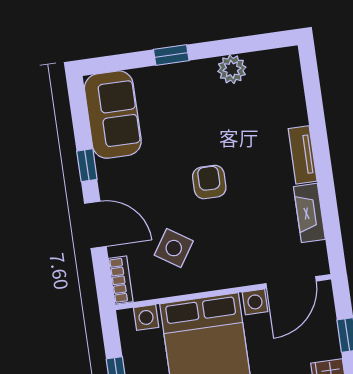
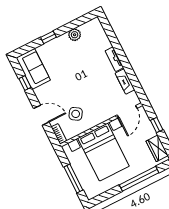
window: (87, 165) -> (25, 83), moved
armchair: (209, 182) -> (81, 83), removed

